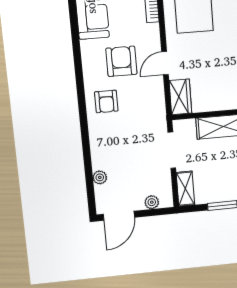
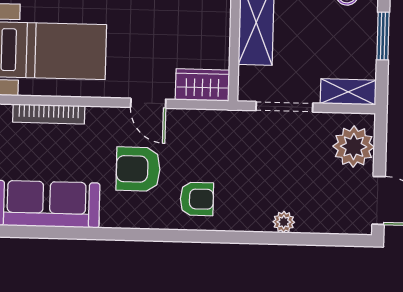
plant: (100, 177) -> (284, 222), moved
plant: (152, 202) -> (354, 147), width x1.87, depth x1.87

